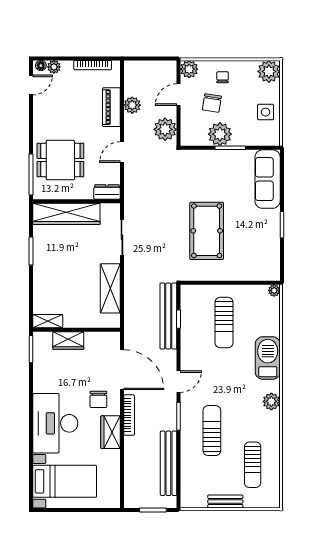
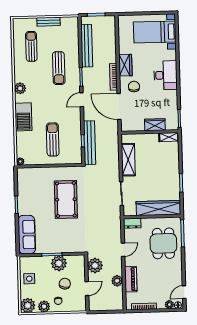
plant: (189, 69) -> (44, 307), moved
dining table: (60, 160) -> (163, 243), turned 90
desk: (55, 423) -> (165, 75), width x0.73, depth x0.77

